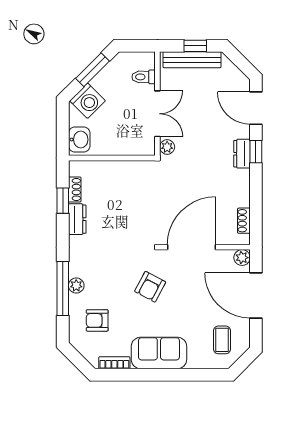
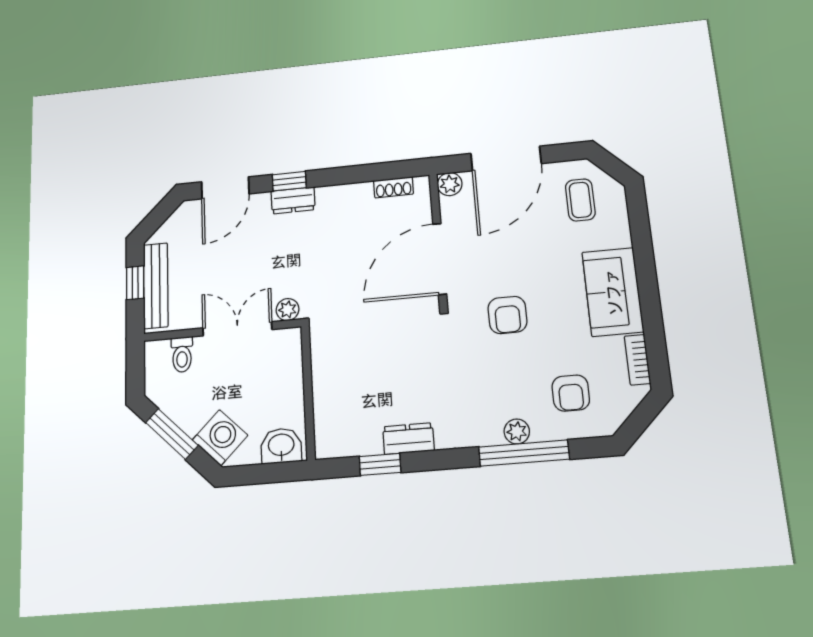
shoe rack: (75, 189) -> (361, 447), removed
door: (191, 247) -> (440, 259), hinge flipped
armchair: (150, 287) -> (507, 315), turned 62
coffee table: (222, 340) -> (580, 200), turned 90

